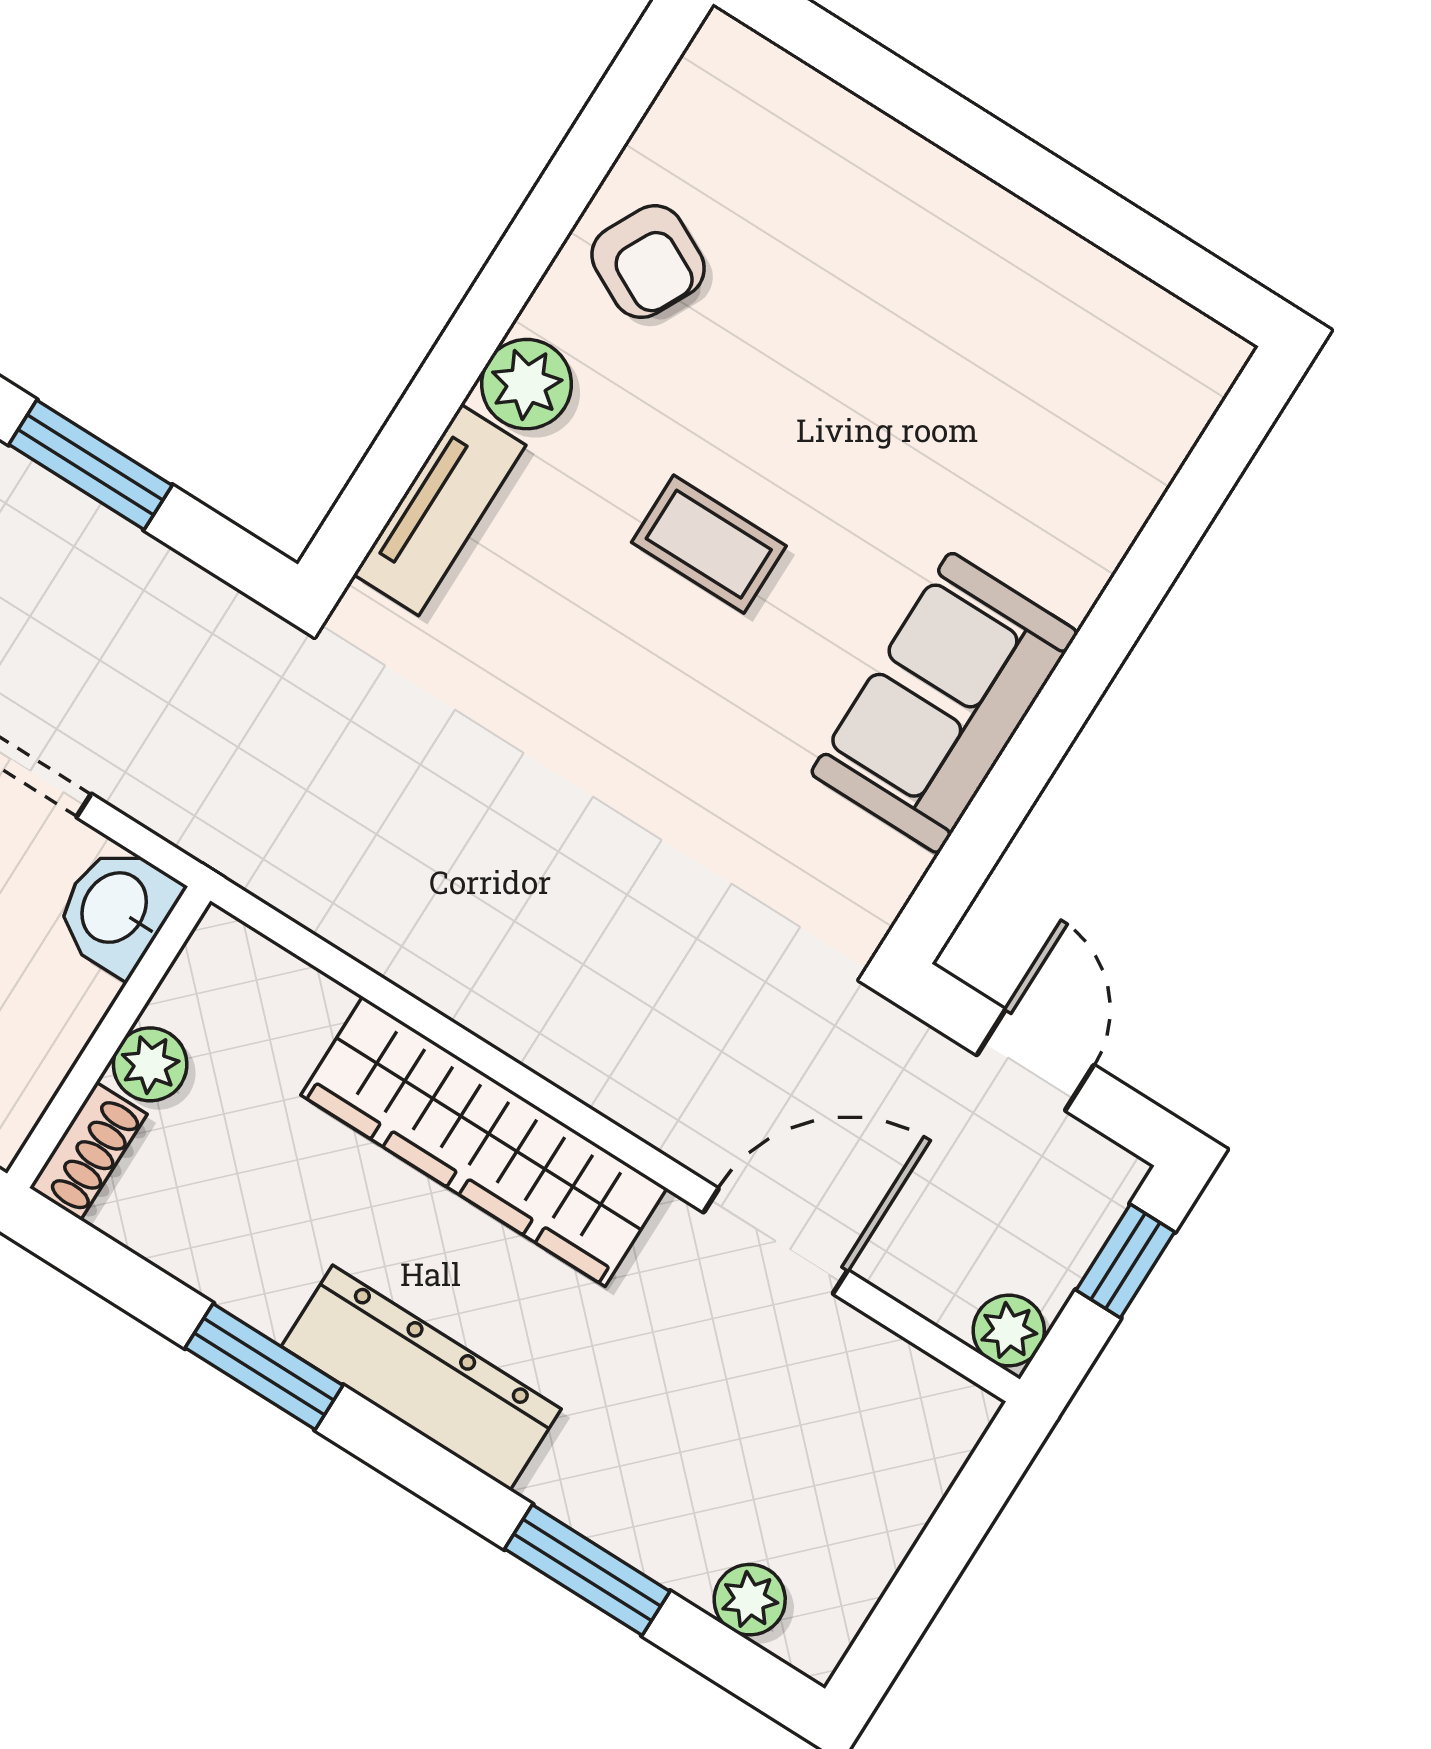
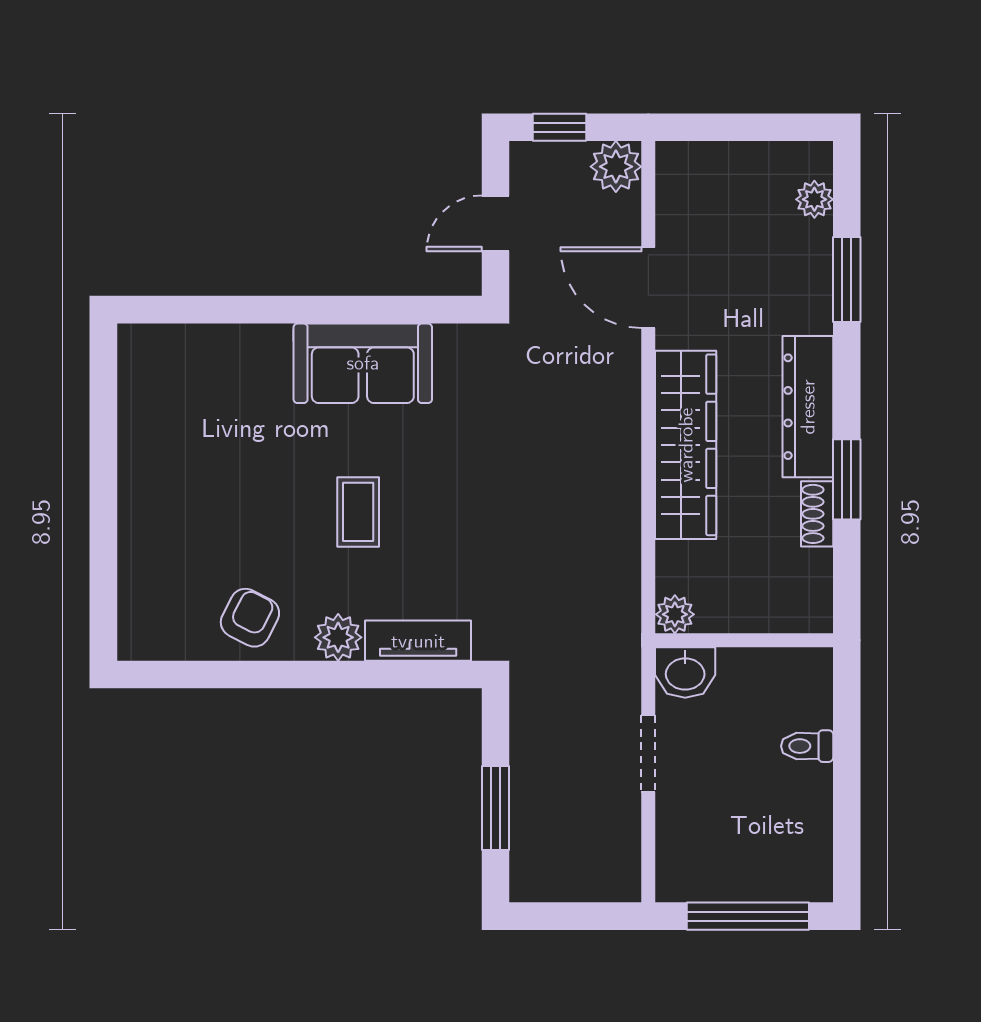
plant: (150, 1064) -> (675, 614), moved
shoe rack: (88, 1151) -> (817, 514), moved, turned -90
plant: (1009, 1331) -> (616, 167), width x1.38, depth x1.38

